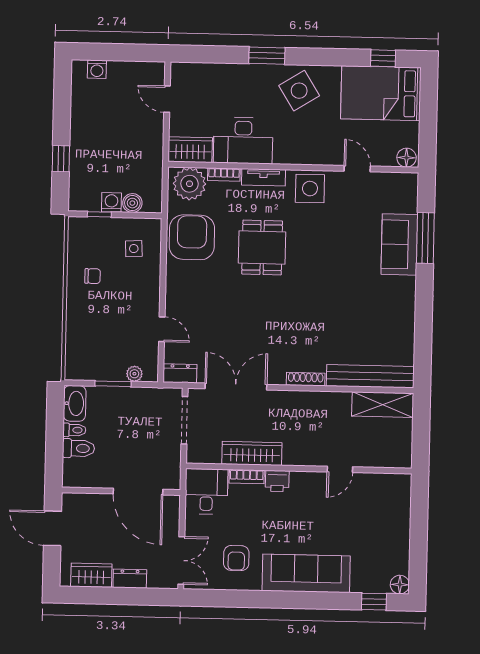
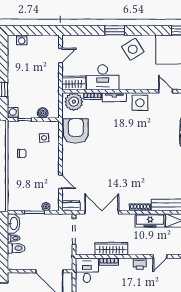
door: (167, 99) -> (60, 55), swing flipped
washing machine: (111, 202) -> (13, 113), moved
dining table: (262, 248) -> (114, 136), removed
freezer: (323, 404) -> (150, 221), added
printer: (277, 481) -> (140, 264), moved

